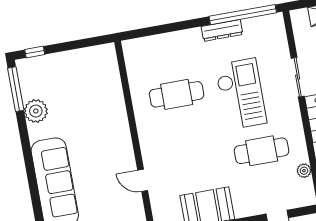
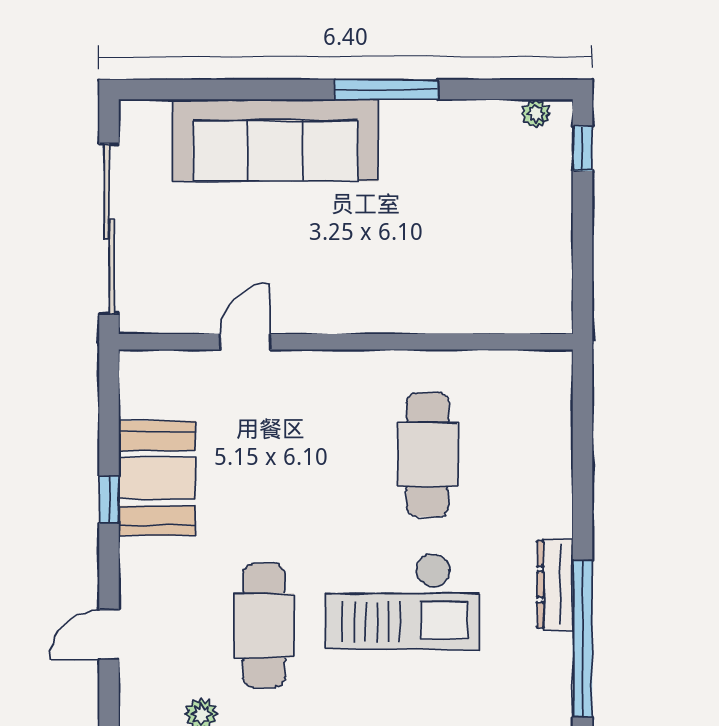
window: (16, 89) -> (386, 90), moved
plant: (36, 111) -> (536, 114), moved, width x0.53, depth x0.53

